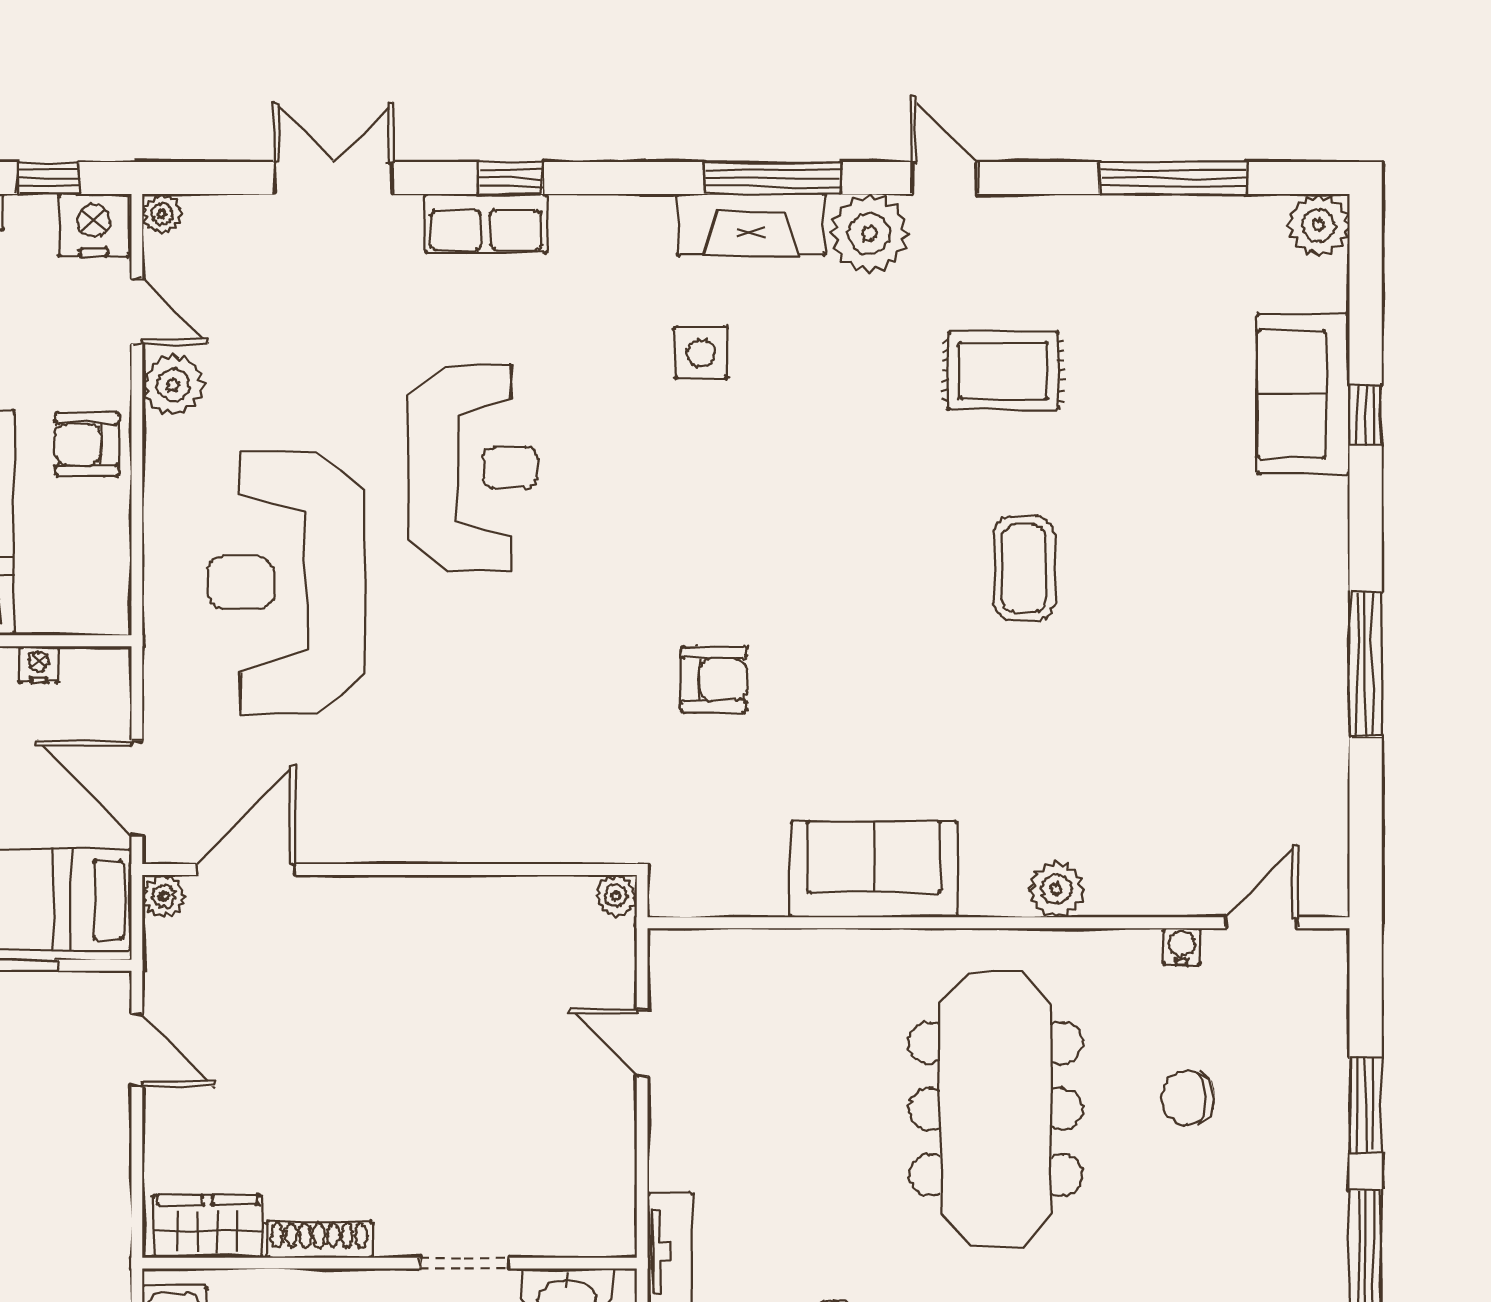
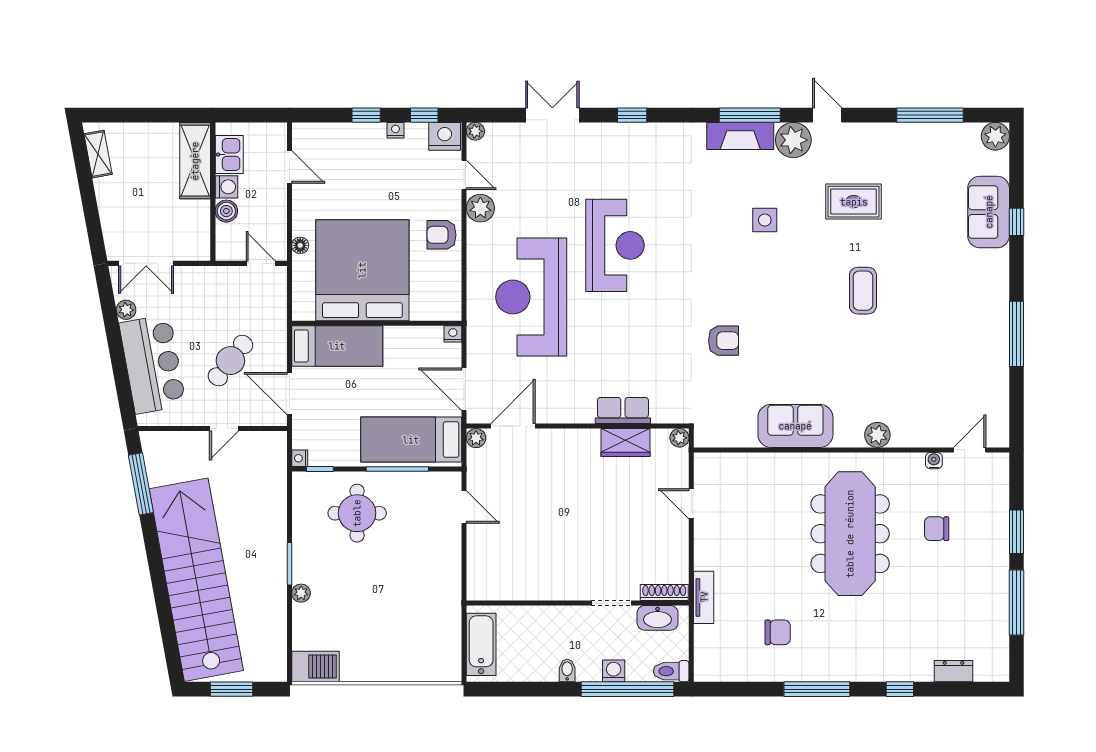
row of seats: (486, 223) -> (623, 410), moved, turned 180
side table: (701, 353) -> (765, 220), moved
nightstand: (39, 665) -> (453, 334), moved
wardrobe: (208, 1226) -> (625, 443), moved, turned 180
shoe rack: (319, 1240) -> (664, 593), moved

